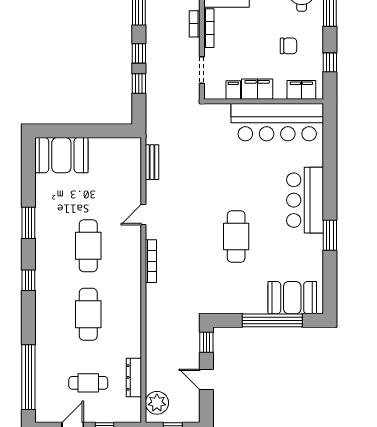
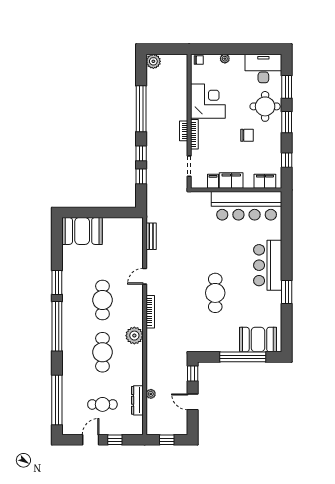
chair: (288, 46) -> (247, 135), moved
window: (28, 280) -> (57, 326), width x3.17
plant: (130, 292) -> (134, 336), added
plant: (157, 403) -> (151, 394), moved, width x0.53, depth x0.53

